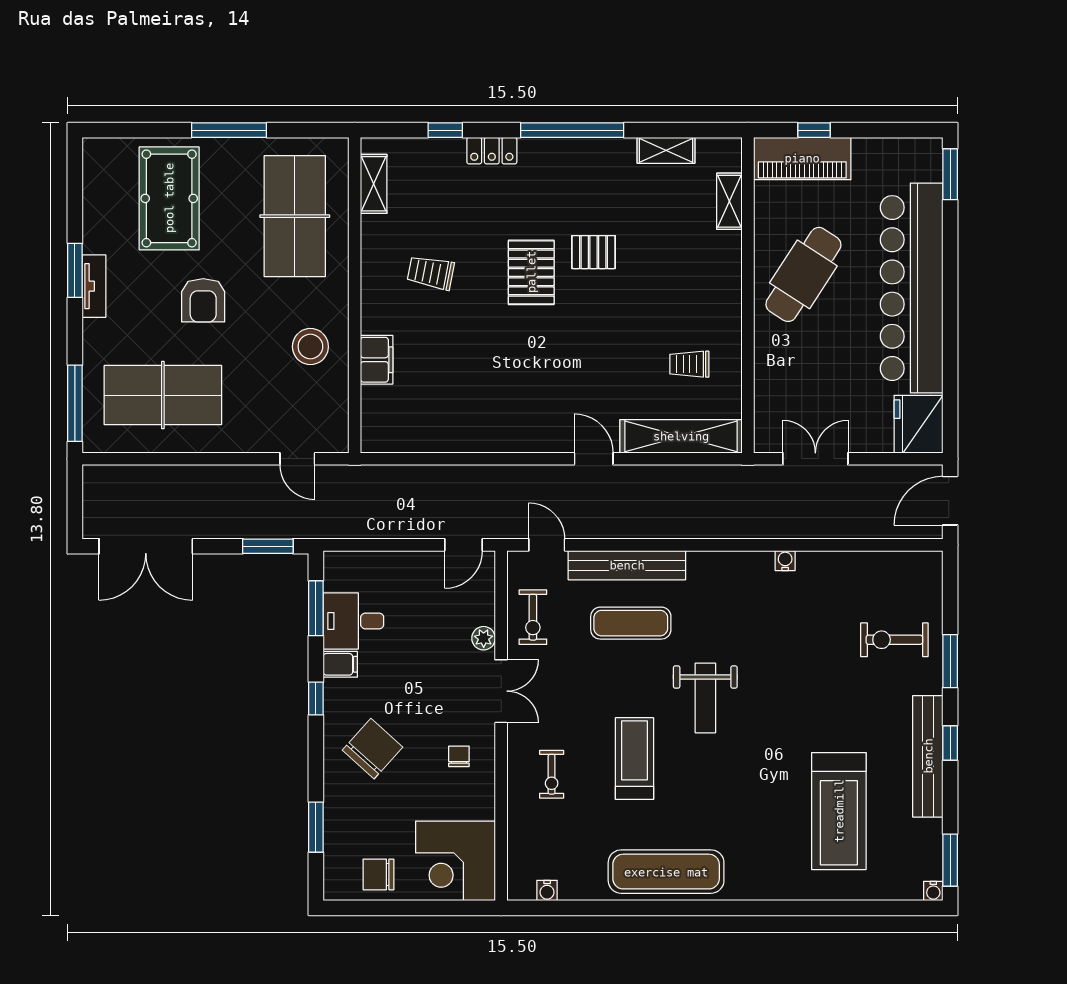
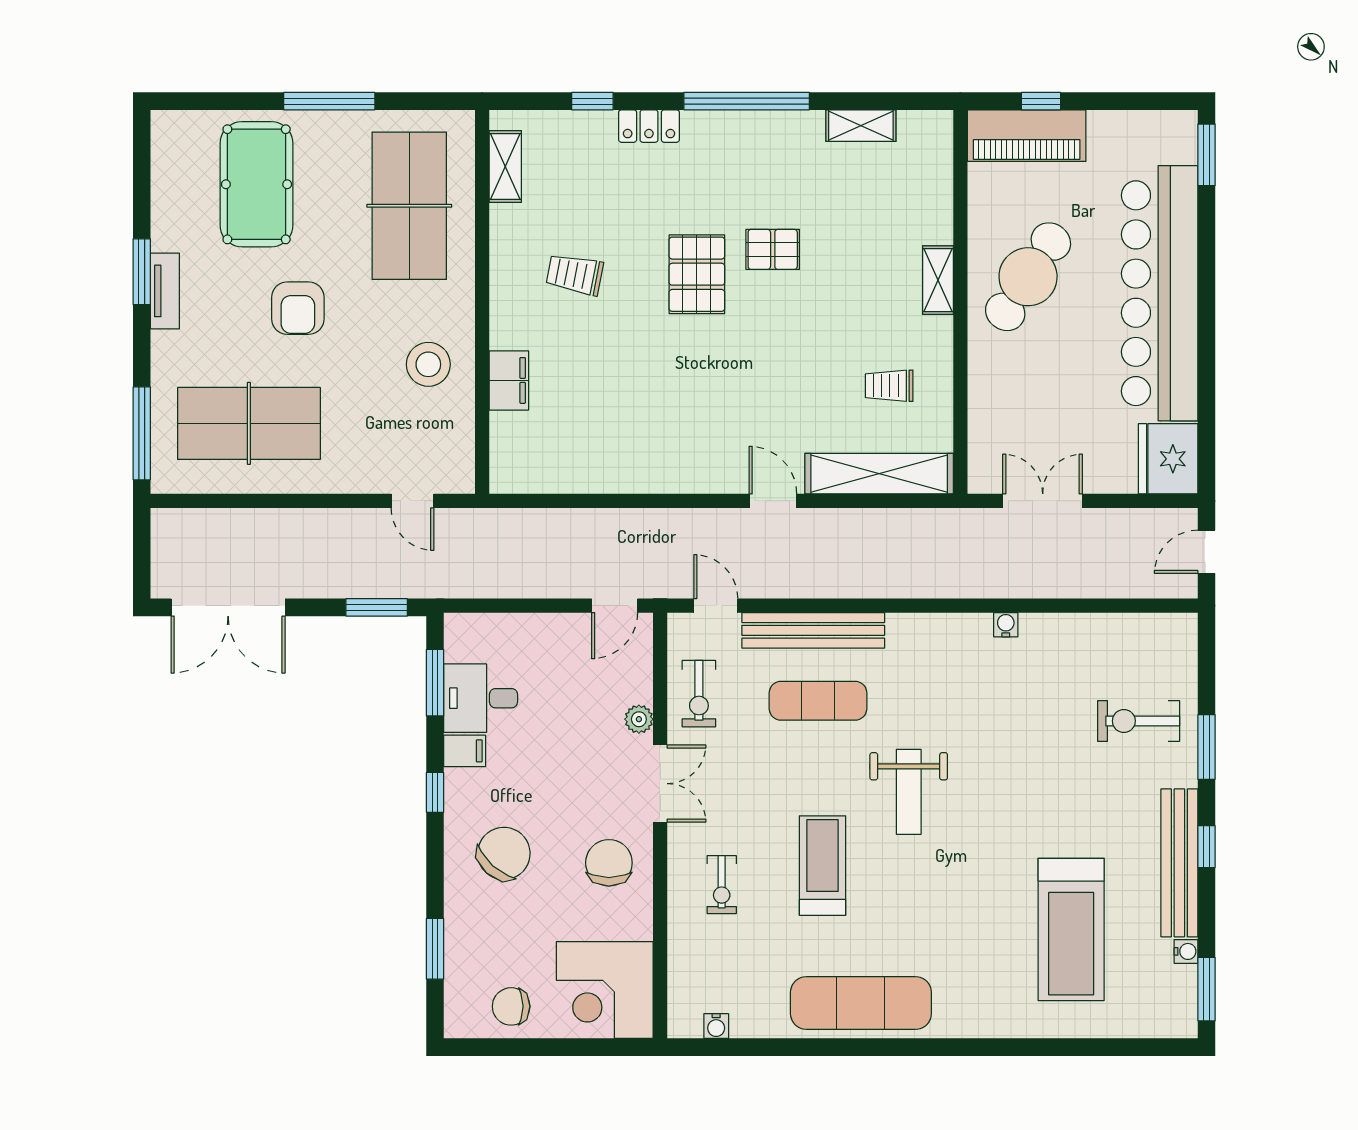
shelving: (729, 201) -> (938, 280), moved
door: (950, 501) -> (1207, 552), width x0.73
chair: (459, 756) -> (609, 863), width x1.87, depth x1.87
water cooler: (933, 891) -> (1186, 951), moved, turned -90

